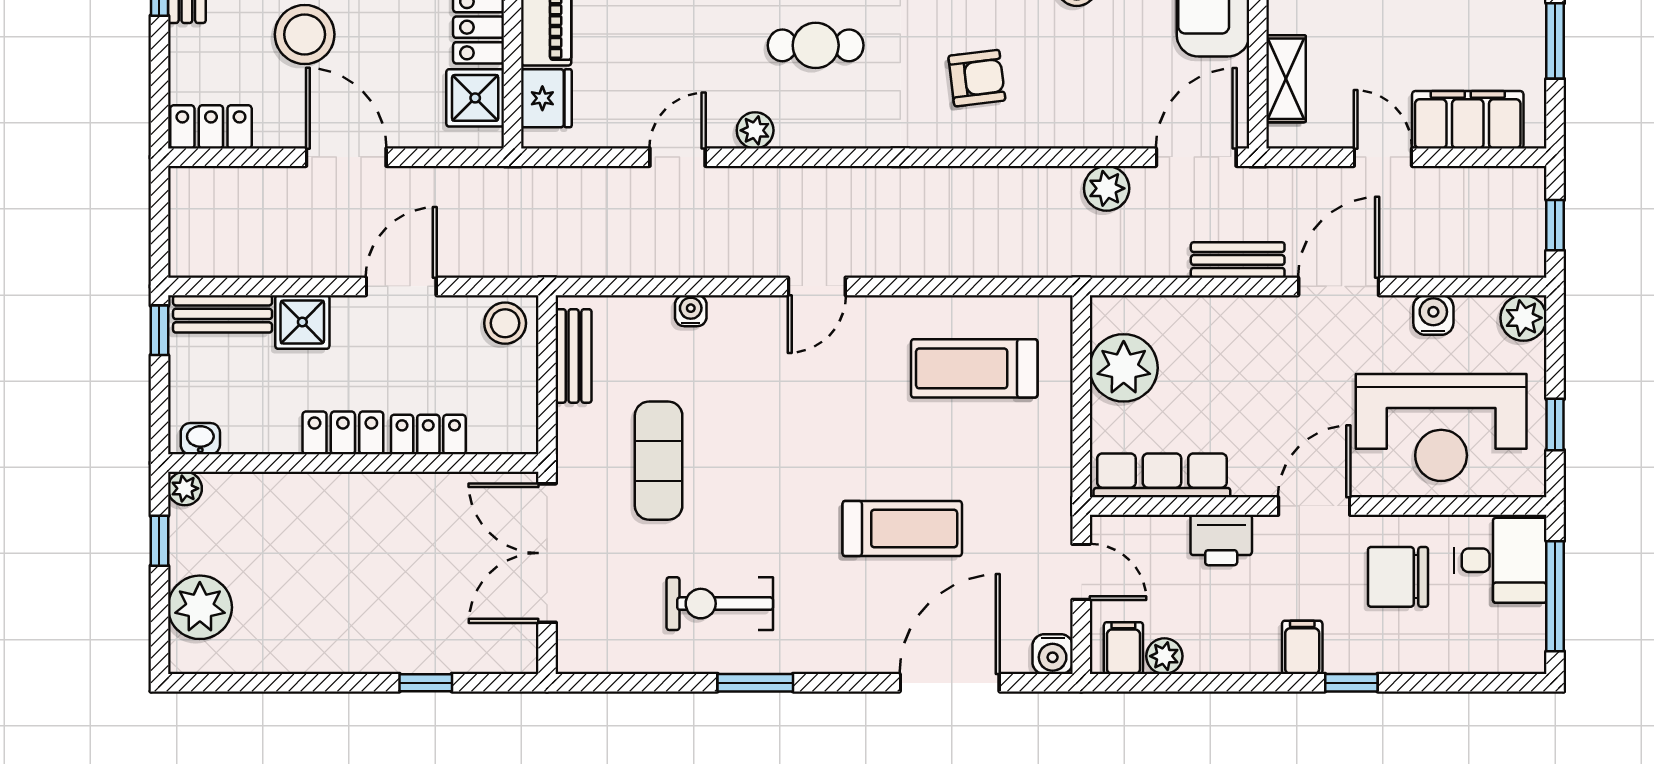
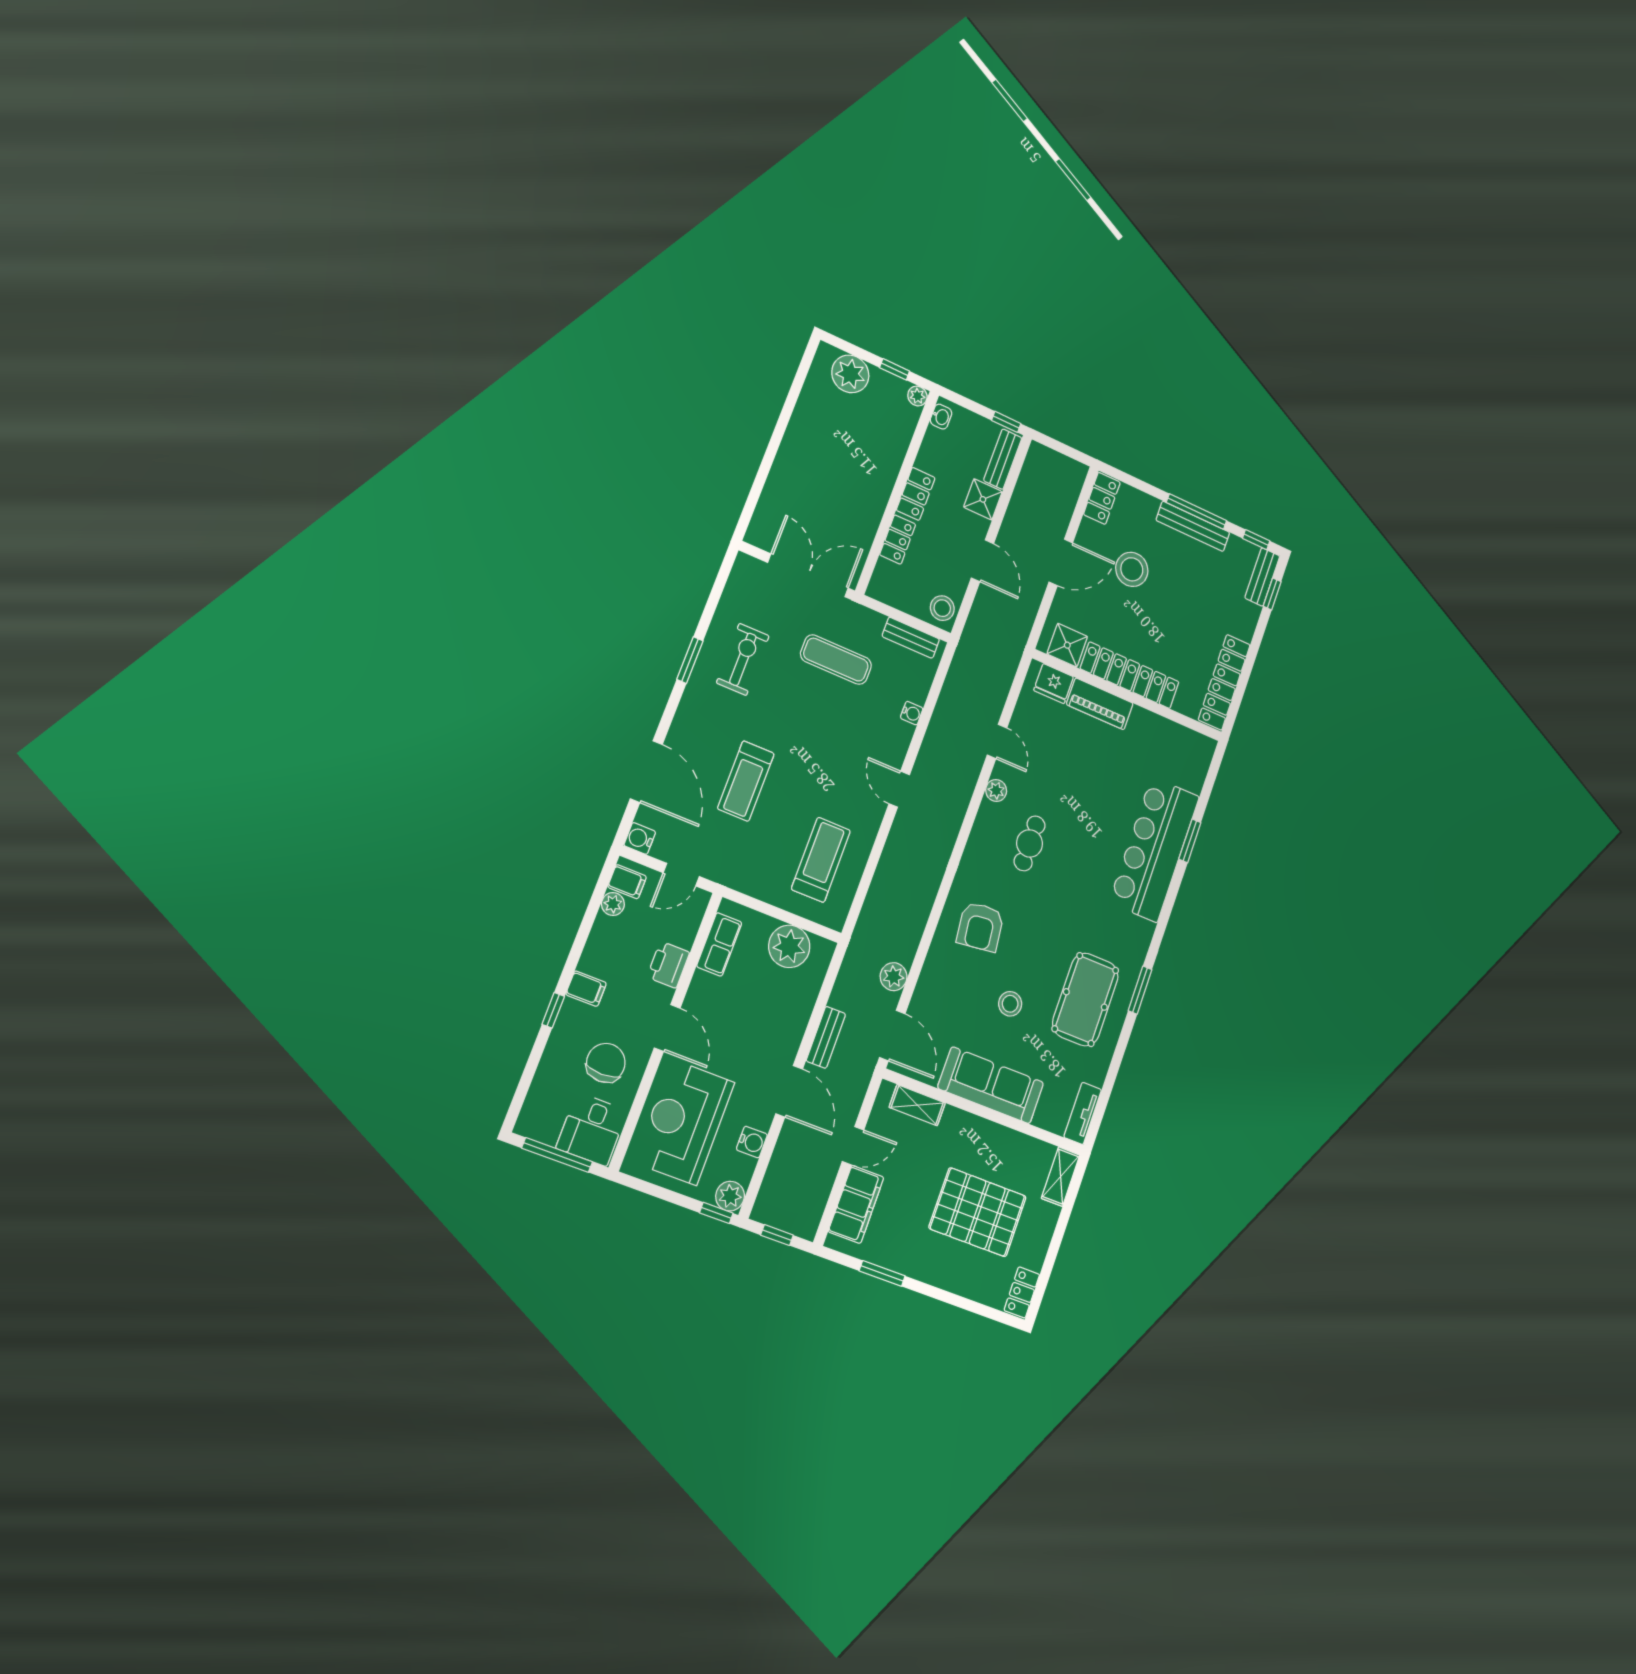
armchair: (977, 78) -> (980, 927), width x1.38, depth x1.38
window: (1555, 425) -> (716, 1213), moved
row of seats: (1162, 475) -> (719, 944), width x0.68
window: (426, 683) -> (762, 477), removed

